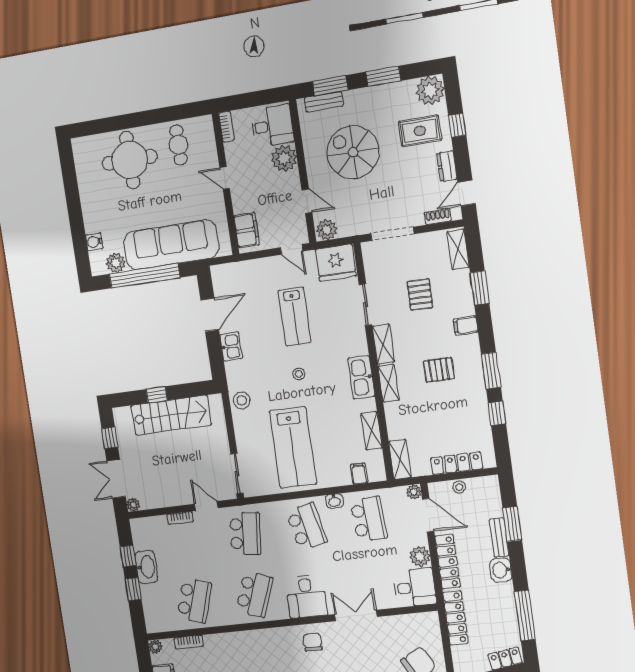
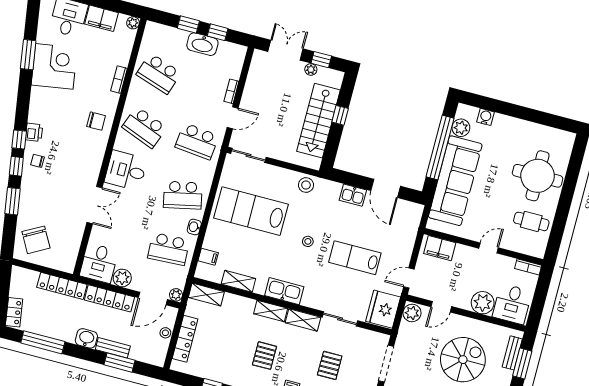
pallet: (420, 294) -> (330, 365), turned 90
plant: (133, 505) -> (311, 69), moved
bookcase: (189, 642) -> (119, 80), moved
chair: (313, 642) -> (96, 121), moved

